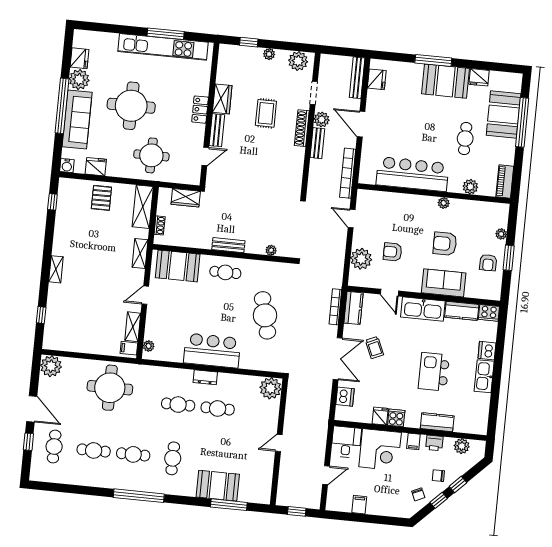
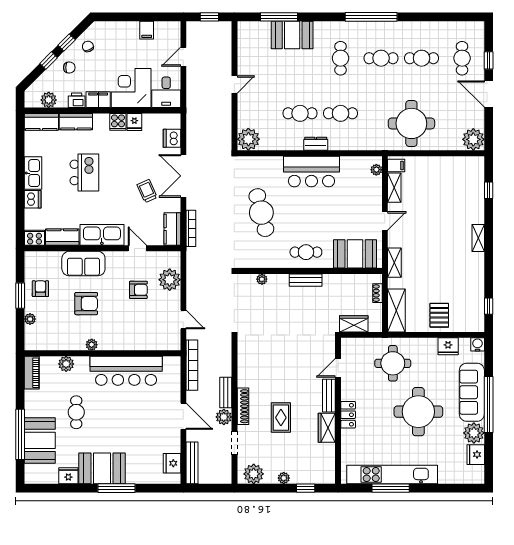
kitchen counter: (471, 425) -> (41, 122), added
filing cabinet: (413, 441) -> (98, 100), width x2.00

